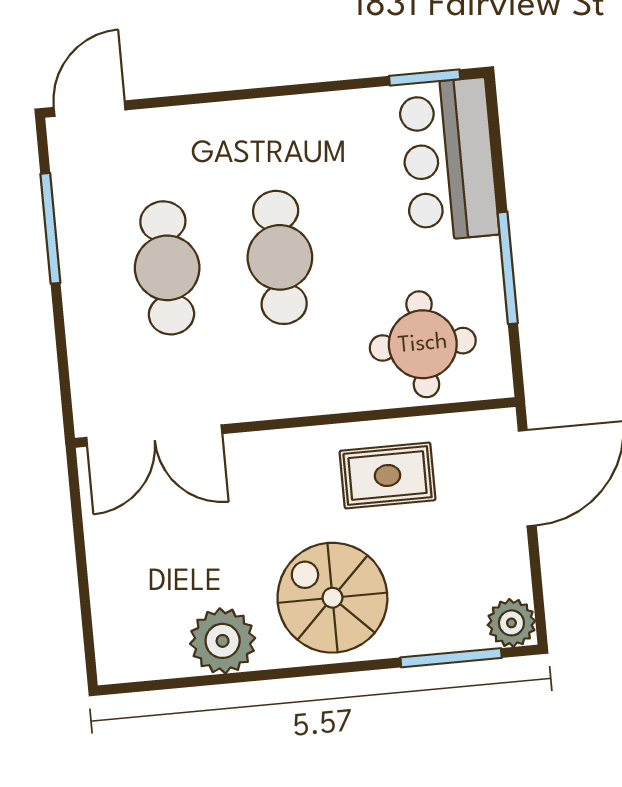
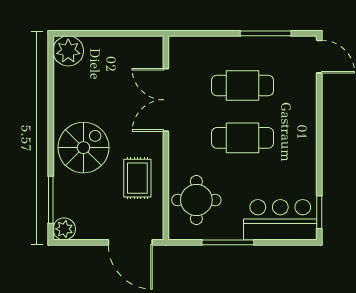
double door: (154, 436) -> (166, 100), moved
plant: (223, 641) -> (68, 51), moved

